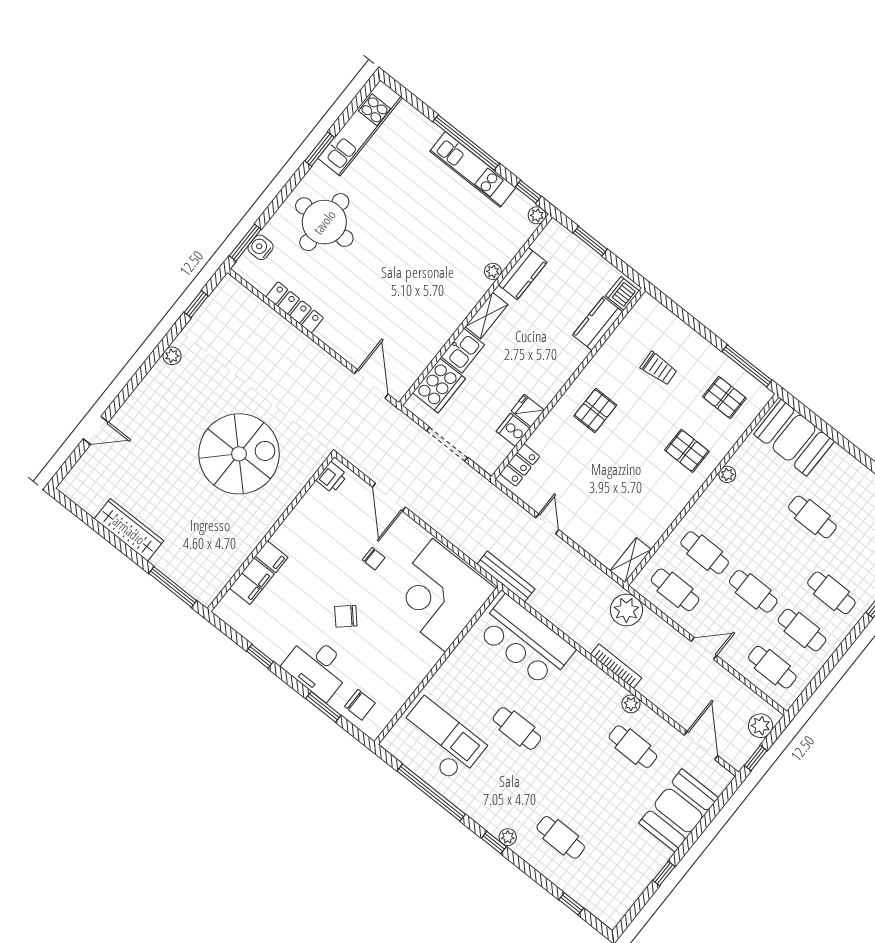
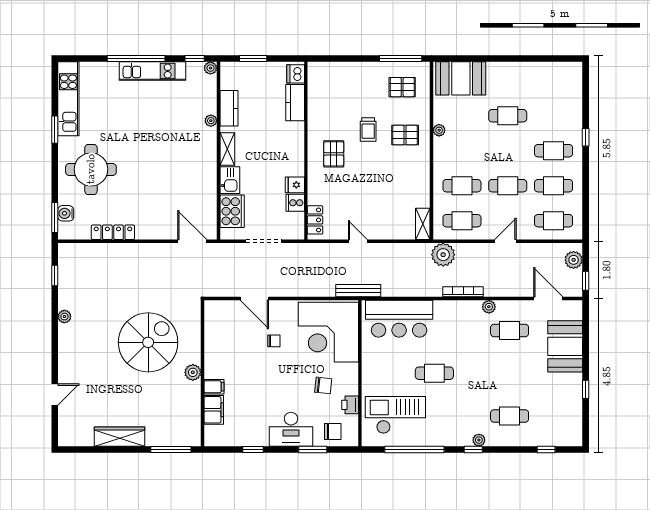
trolley: (659, 368) -> (368, 129), moved, turned 93
printer: (332, 477) -> (350, 405), moved, turned 180
plant: (261, 524) -> (193, 372), added
chair: (346, 616) -> (323, 385), moved, turned -132

